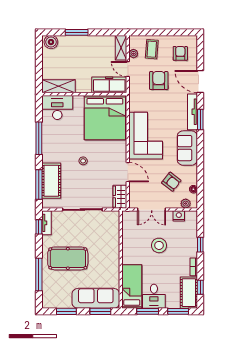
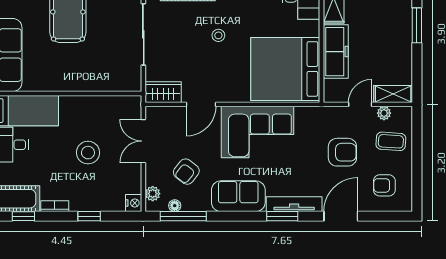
armchair: (180, 53) -> (384, 185), turned 180
freezer: (109, 85) -> (336, 52), moved
window: (200, 184) -> (183, 216), added
nightstand: (179, 216) -> (134, 203), moved

